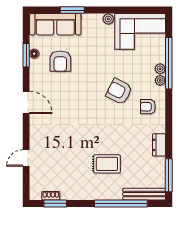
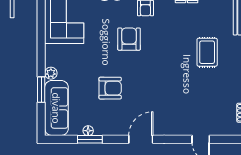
plant: (108, 19) -> (51, 73), moved
armchair: (60, 61) -> (110, 88), moved
armchair: (119, 91) -> (129, 39), turned 153

